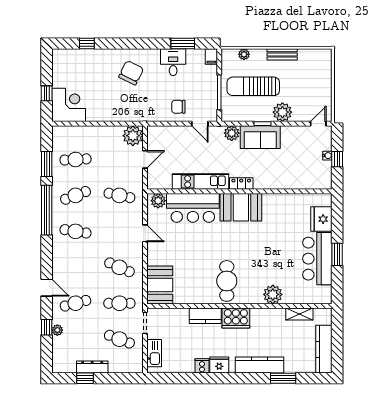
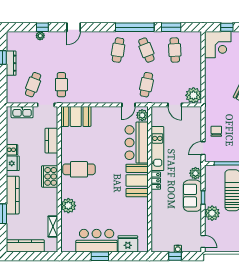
door: (145, 233) -> (128, 105), moved
cafe table: (119, 267) -> (90, 85), removed
cafe table: (76, 303) -> (61, 50), removed
kitchen counter: (205, 316) -> (51, 141), moved

